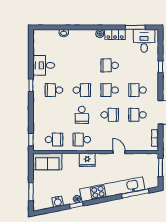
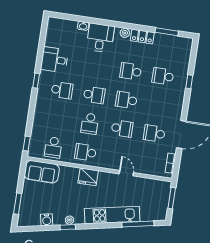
desk: (144, 41) -> (100, 38), moved
school desk: (54, 90) -> (62, 90), turned 180
school desk: (137, 90) -> (163, 76), moved
school desk: (54, 140) -> (53, 147), turned 90
kitchen unit: (112, 189) -> (112, 215), width x0.73

